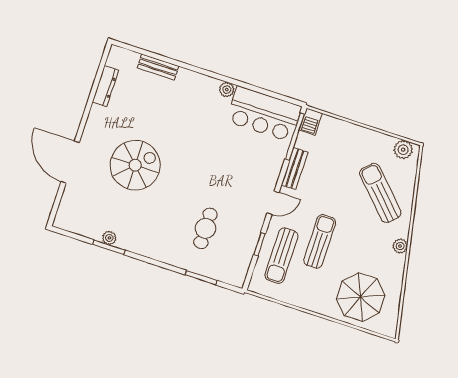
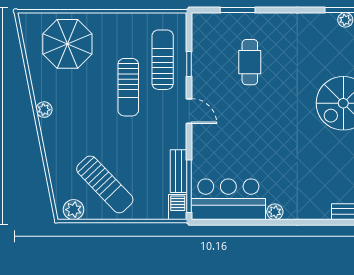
bench: (295, 169) -> (179, 171), moved
sun lounger: (380, 193) -> (105, 184), moved
door: (273, 203) -> (189, 111), swing flipped

